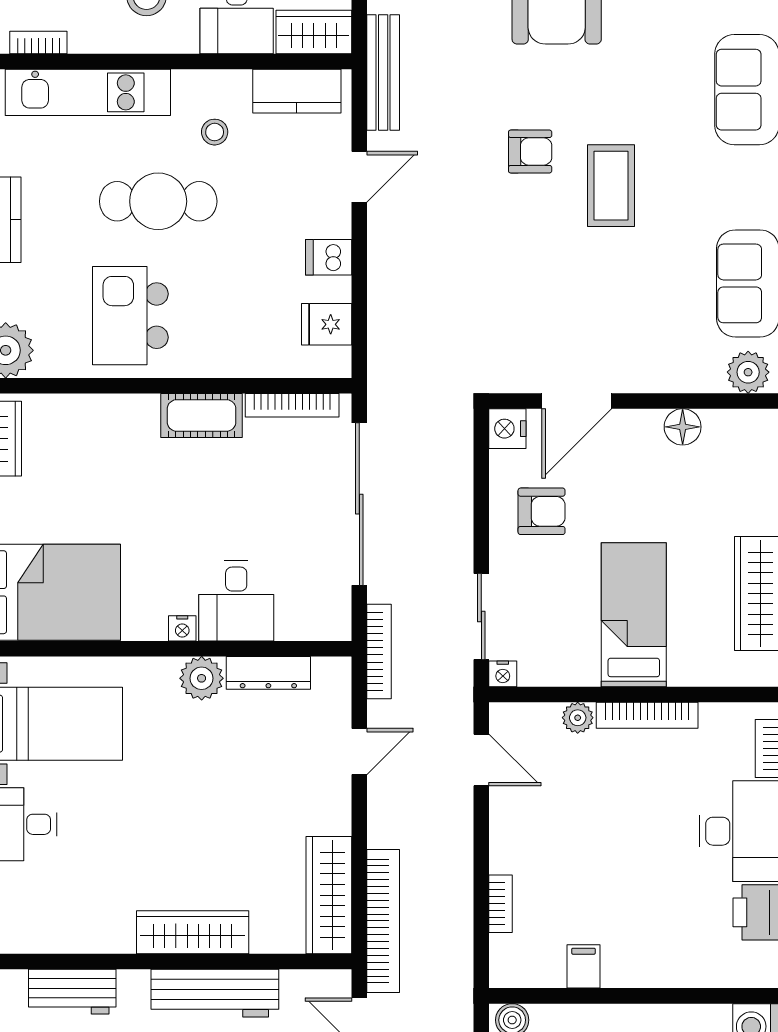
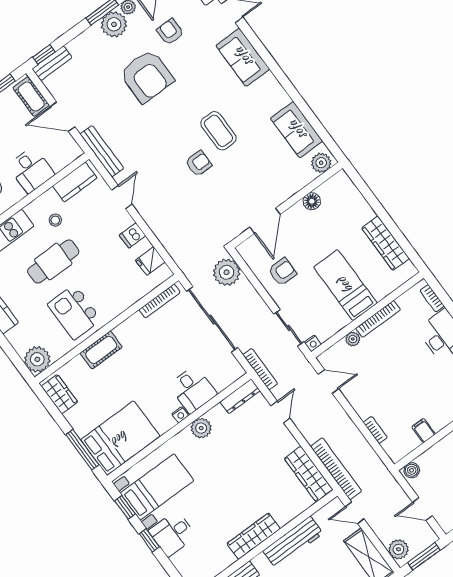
wardrobe: (314, 32) -> (65, 155), removed
armchair: (530, 151) -> (199, 163), moved
cot: (202, 415) -> (101, 350), moved
nightstand: (507, 429) -> (247, 250), removed
plant: (445, 441) -> (227, 272), added
dresser: (268, 673) -> (240, 396), moved
wardrobe: (193, 932) -> (254, 536), moved

